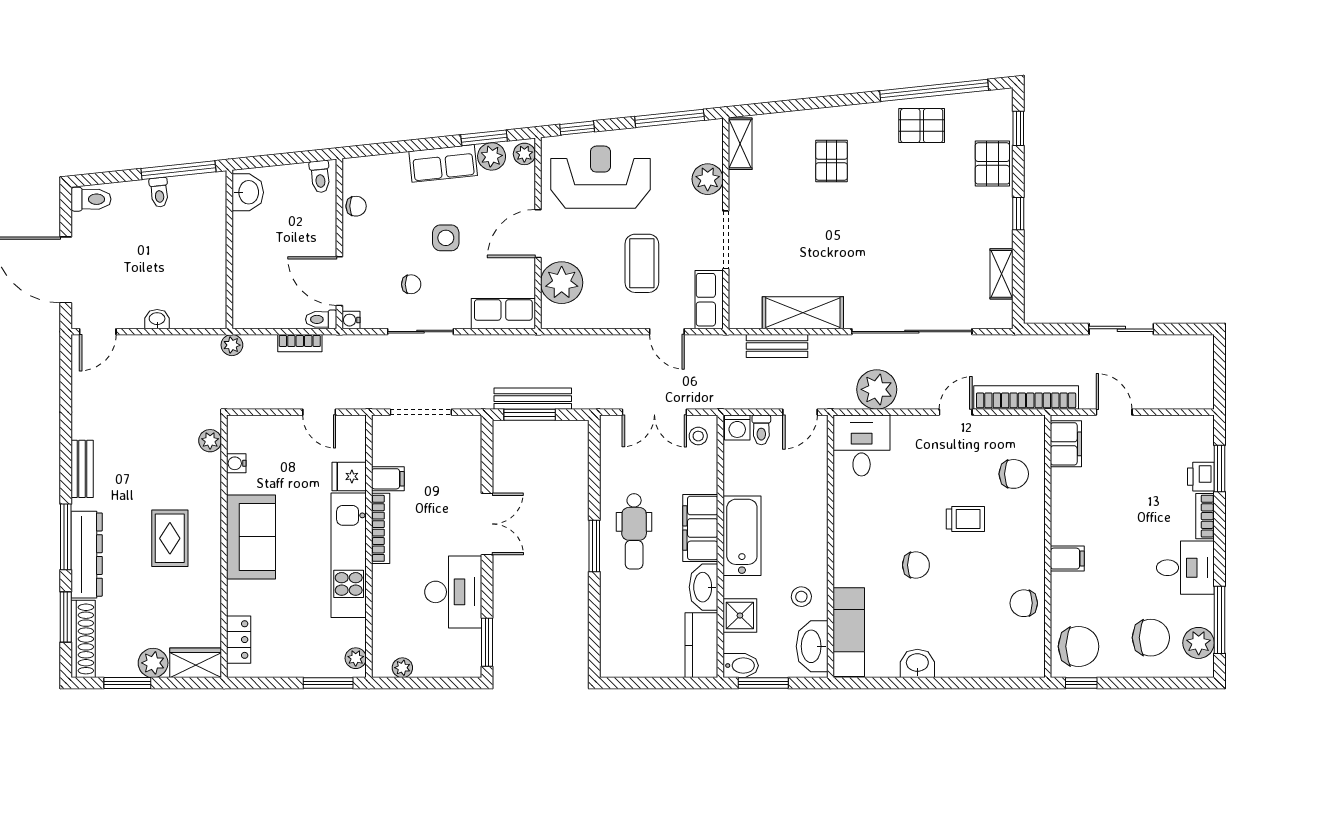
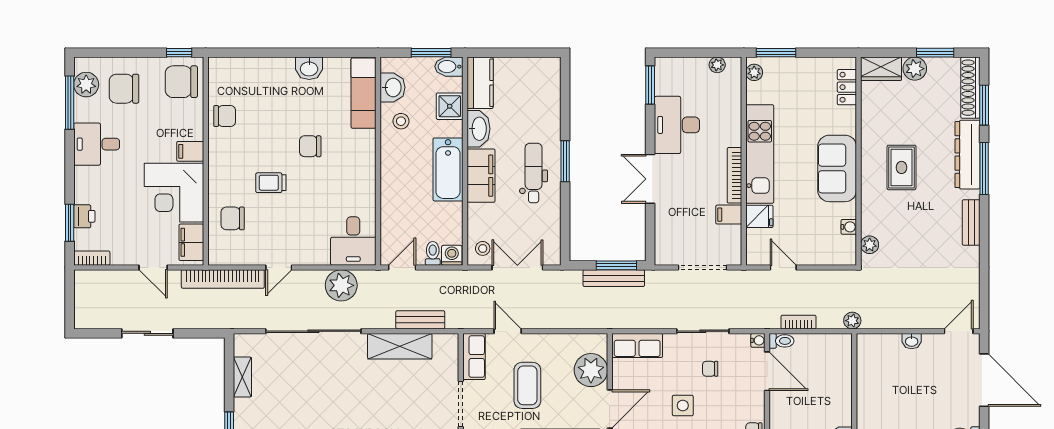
corner desk: (1088, 506) -> (174, 193), added
bookcase: (1205, 516) -> (92, 258), moved, turned -90
washbasin: (812, 646) -> (392, 87), width x0.72

